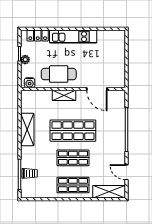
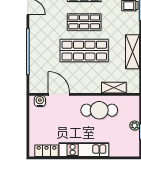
locker: (38, 36) -> (47, 151), moved
water cooler: (30, 83) -> (40, 101), moved
shelving: (64, 95) -> (114, 88), moved

